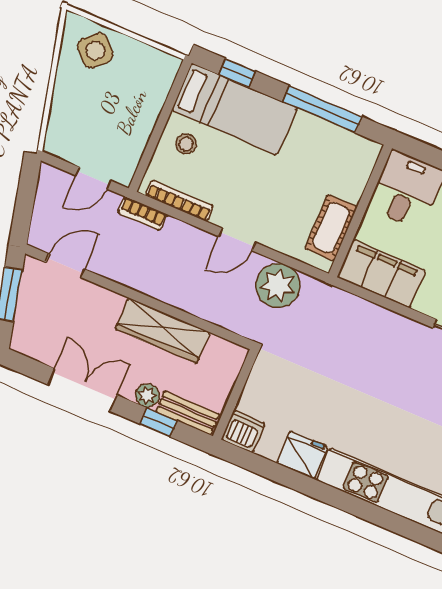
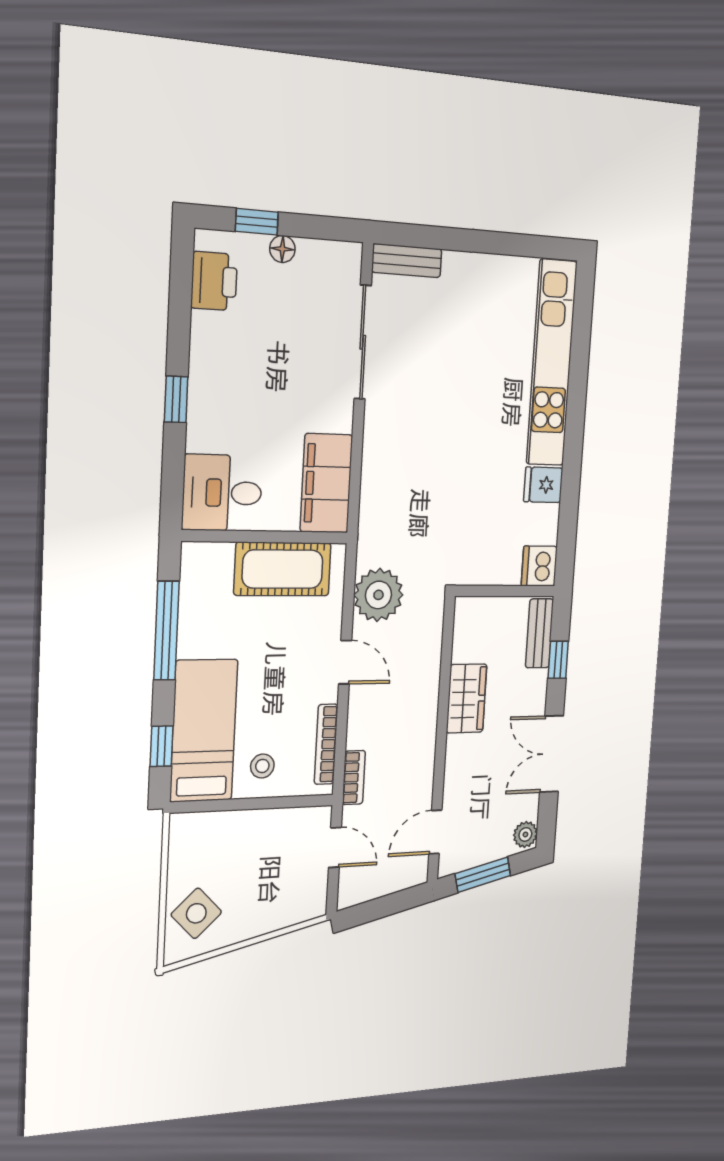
cot: (331, 228) -> (283, 569), width x1.37, depth x1.34
door: (65, 266) -> (435, 832), hinge flipped
wardrobe: (163, 331) -> (466, 698), width x0.67
plant: (147, 395) -> (525, 834), moved
fridge: (302, 455) -> (543, 485), width x0.72

